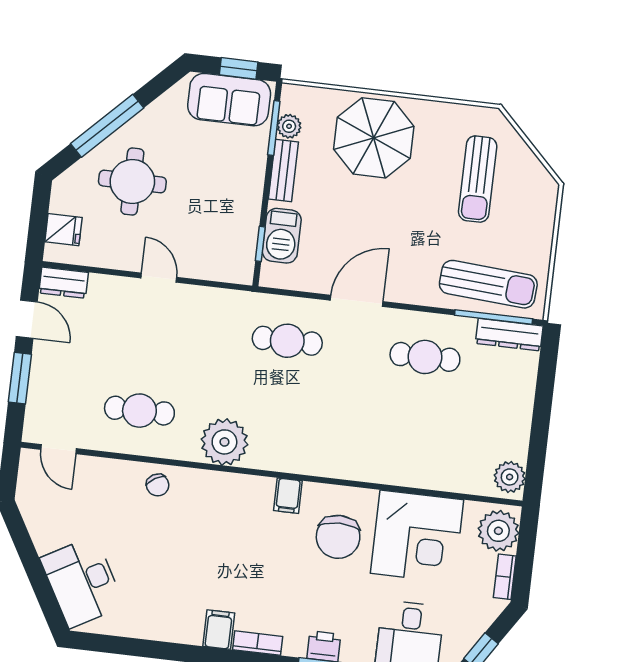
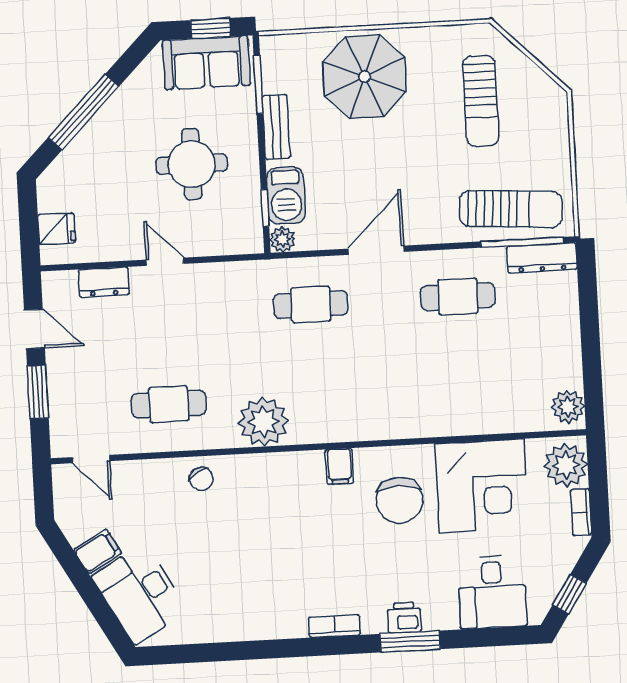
plant: (289, 126) -> (283, 239), moved
round table: (132, 182) -> (192, 164), moved
dresser: (64, 283) -> (104, 282), moved
filing cabinet: (219, 630) -> (98, 552), moved, turned 61

